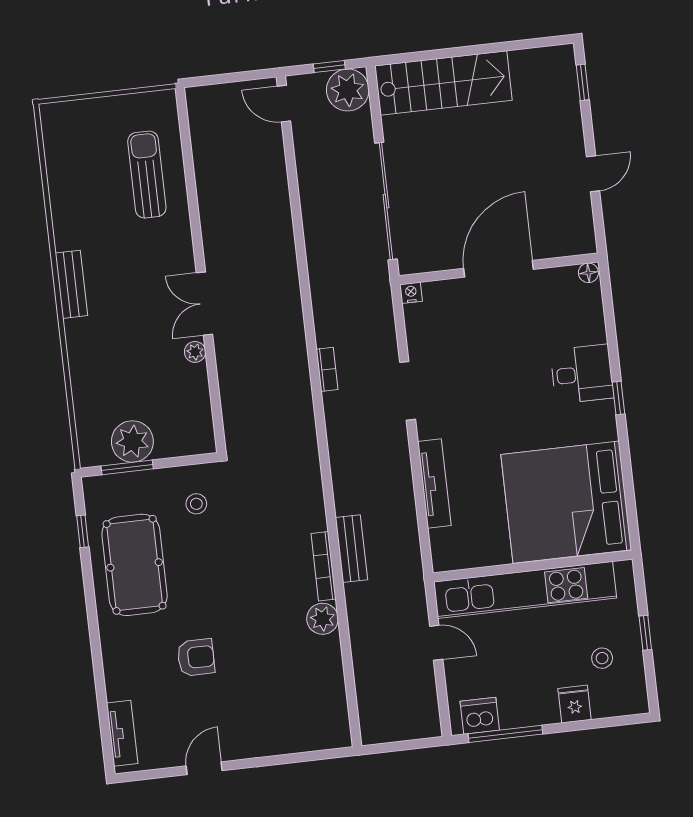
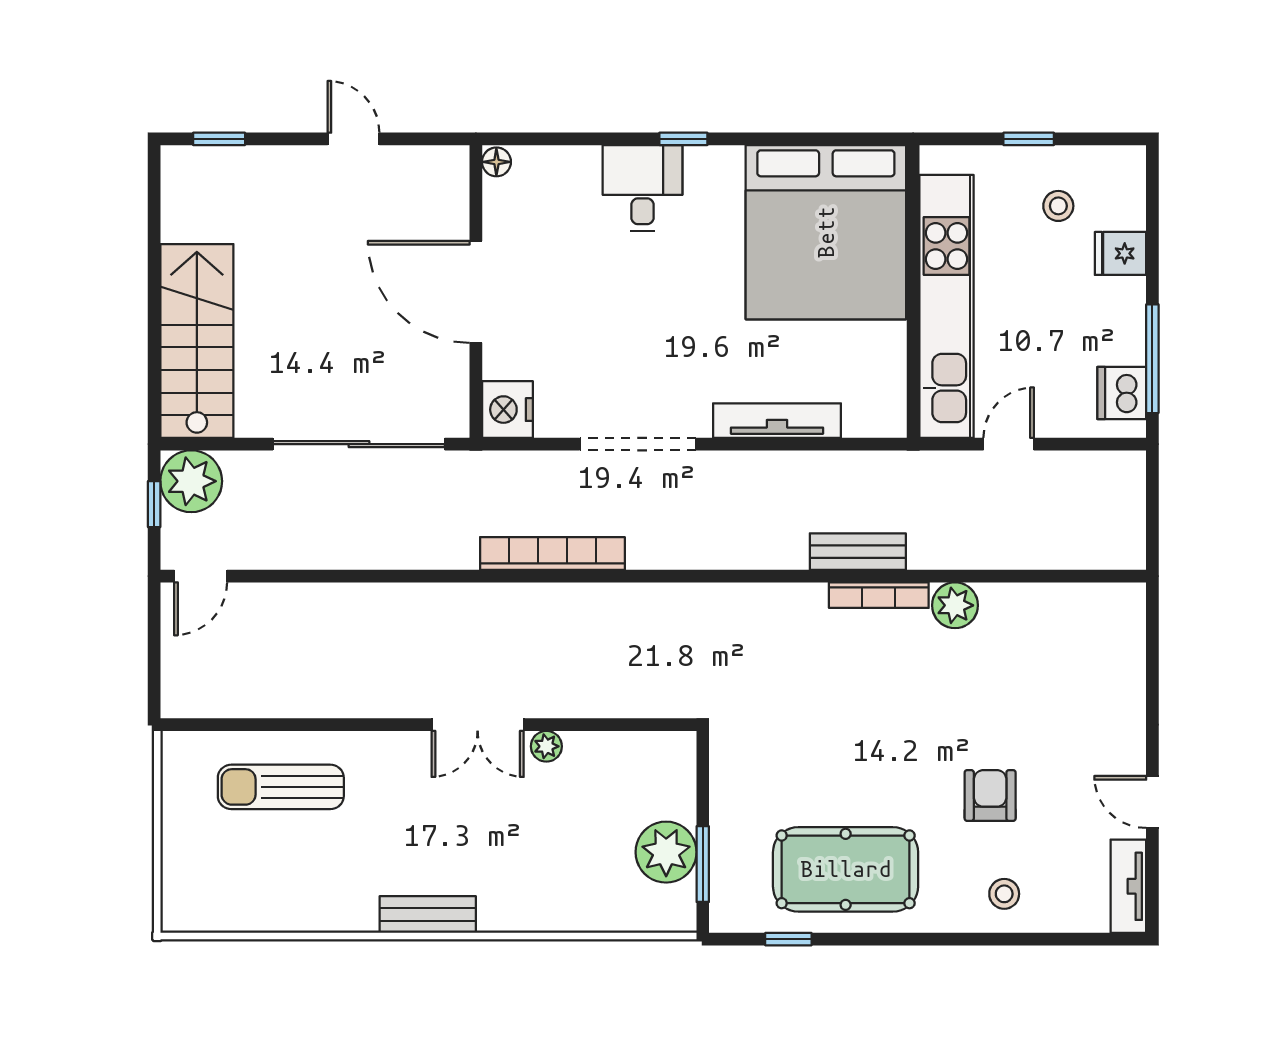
nightstand: (411, 293) -> (508, 410), width x1.89, depth x1.79
bookcase: (327, 369) -> (552, 554), width x2.31, depth x1.31
doorway: (408, 391) -> (638, 444), width x1.36
stool: (196, 504) -> (1004, 894), moved
tv unit: (122, 733) -> (1128, 886), moved, turned -90

